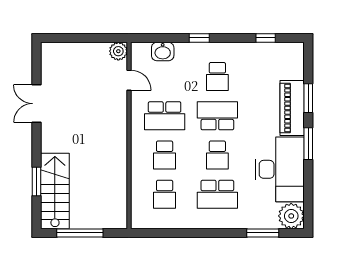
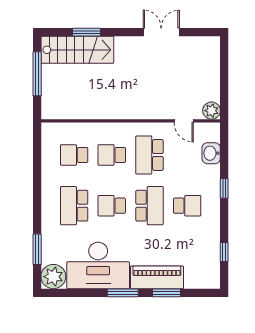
school desk: (217, 77) -> (187, 206), turned 180
door: (129, 80) -> (184, 121), hinge flipped

